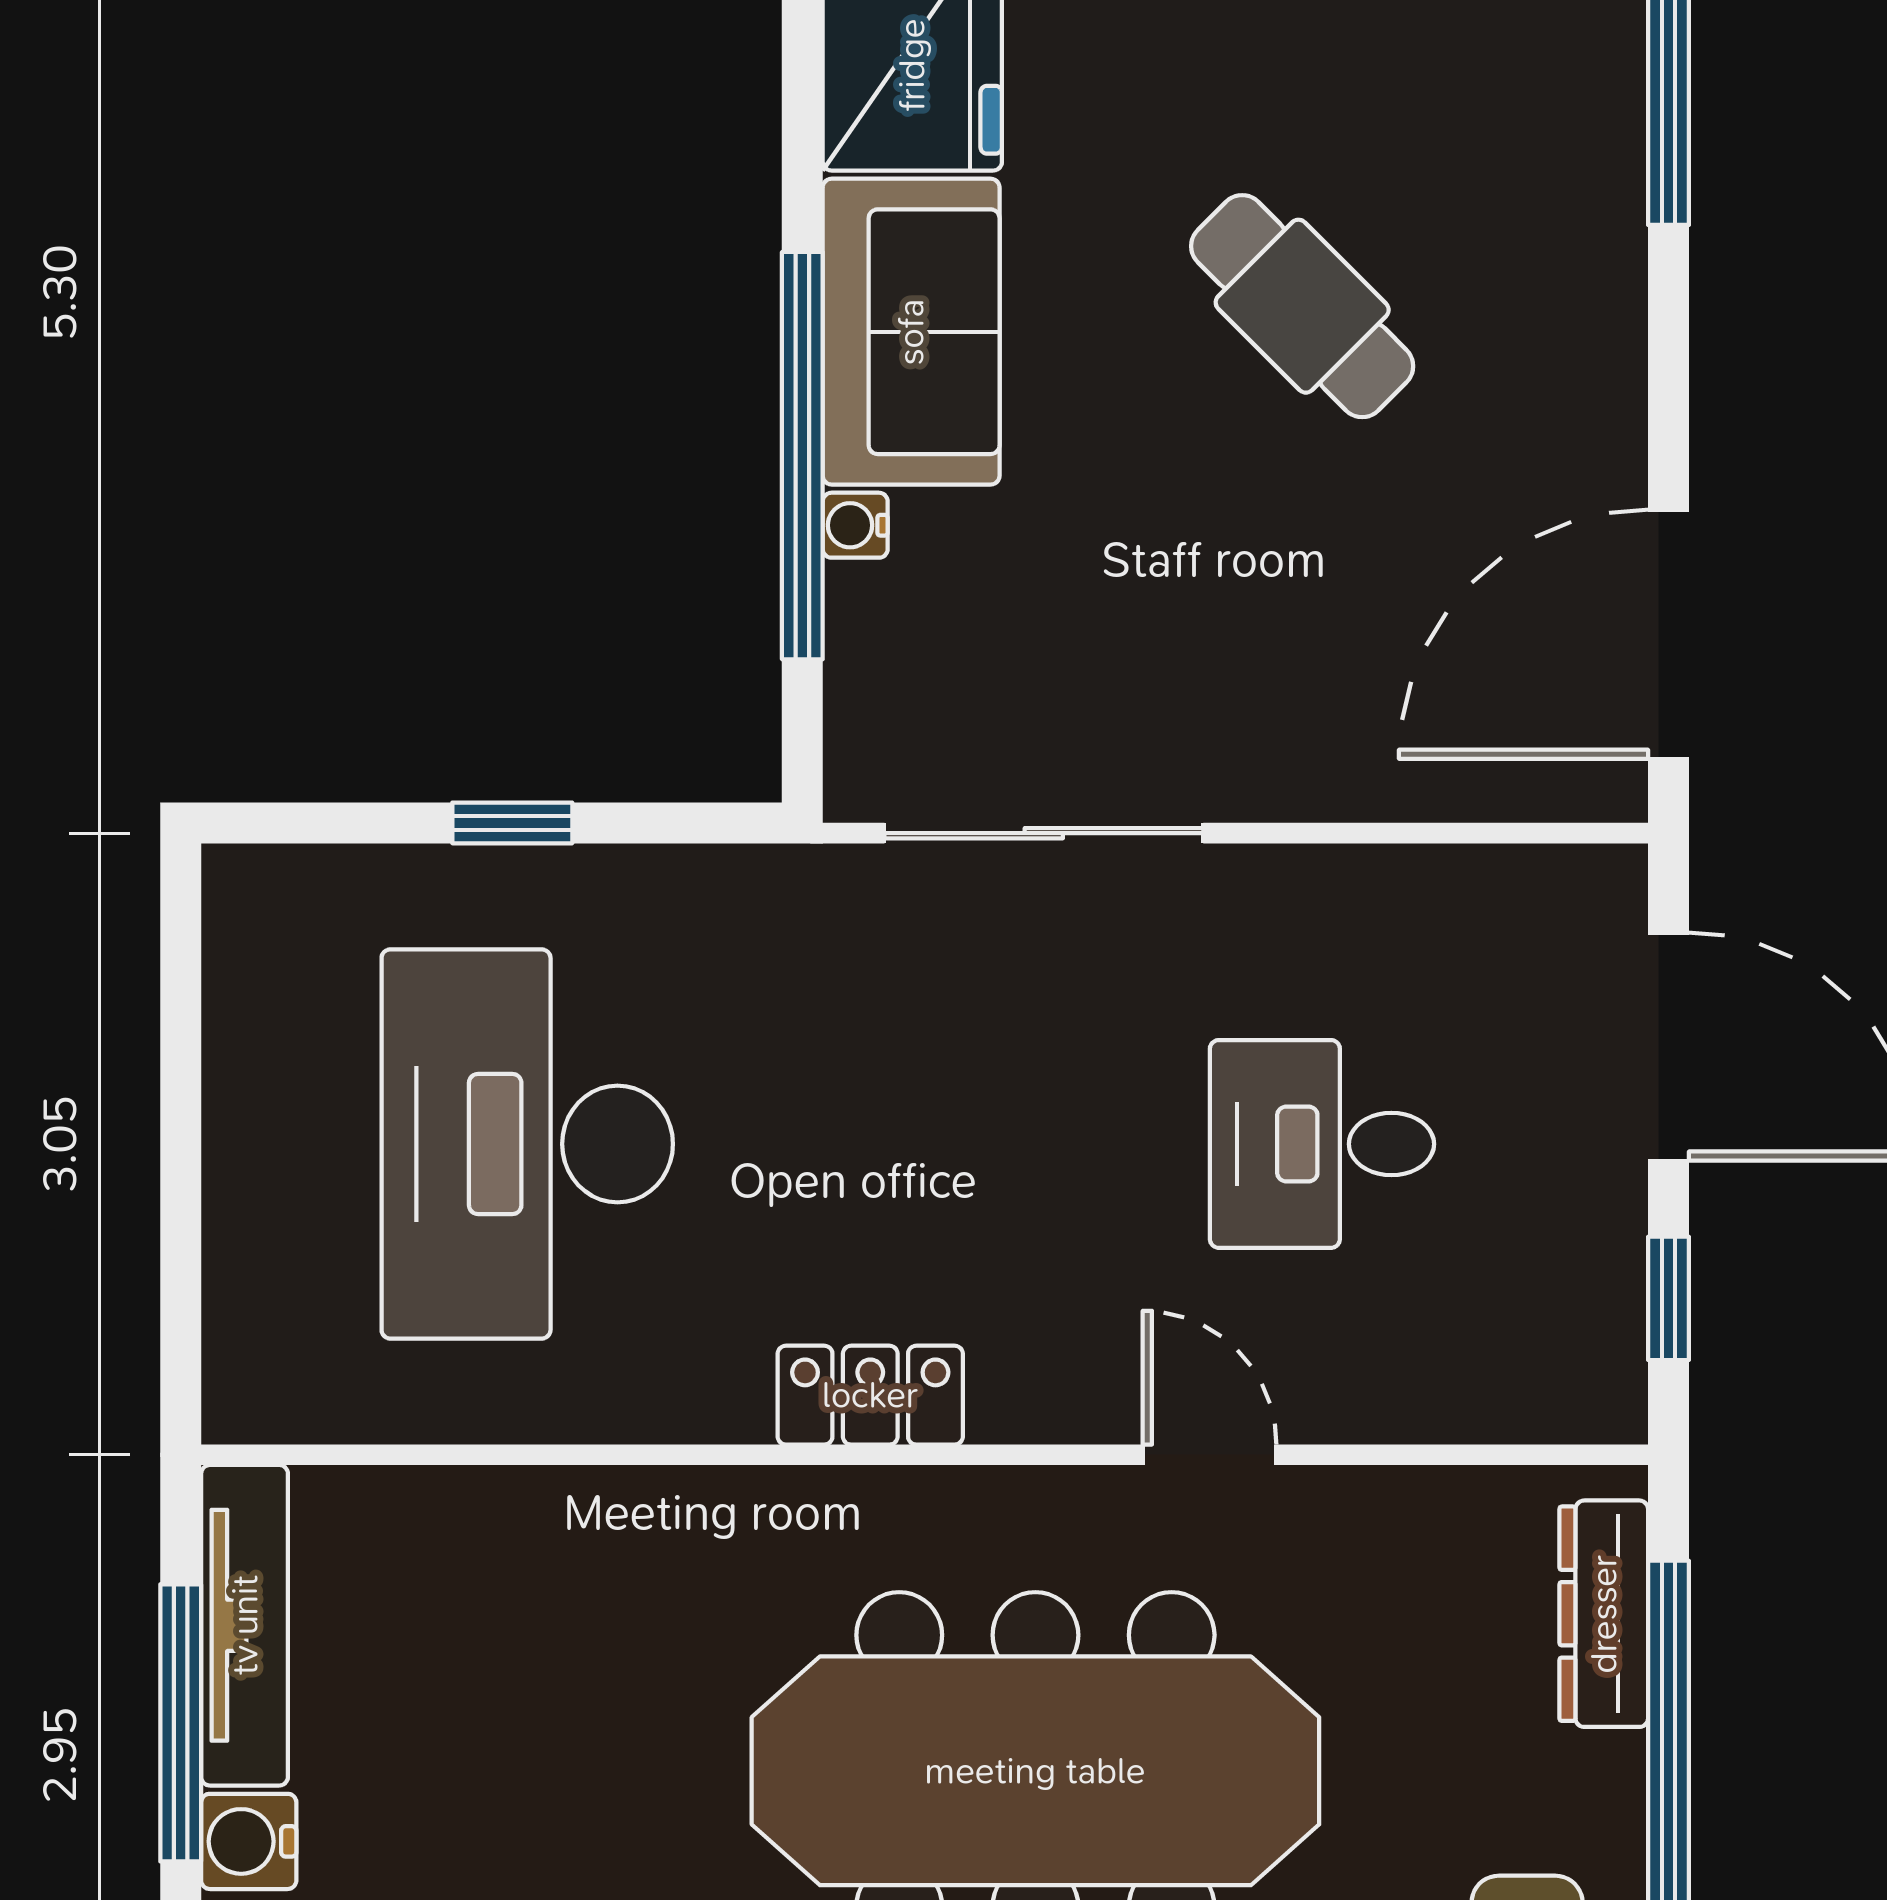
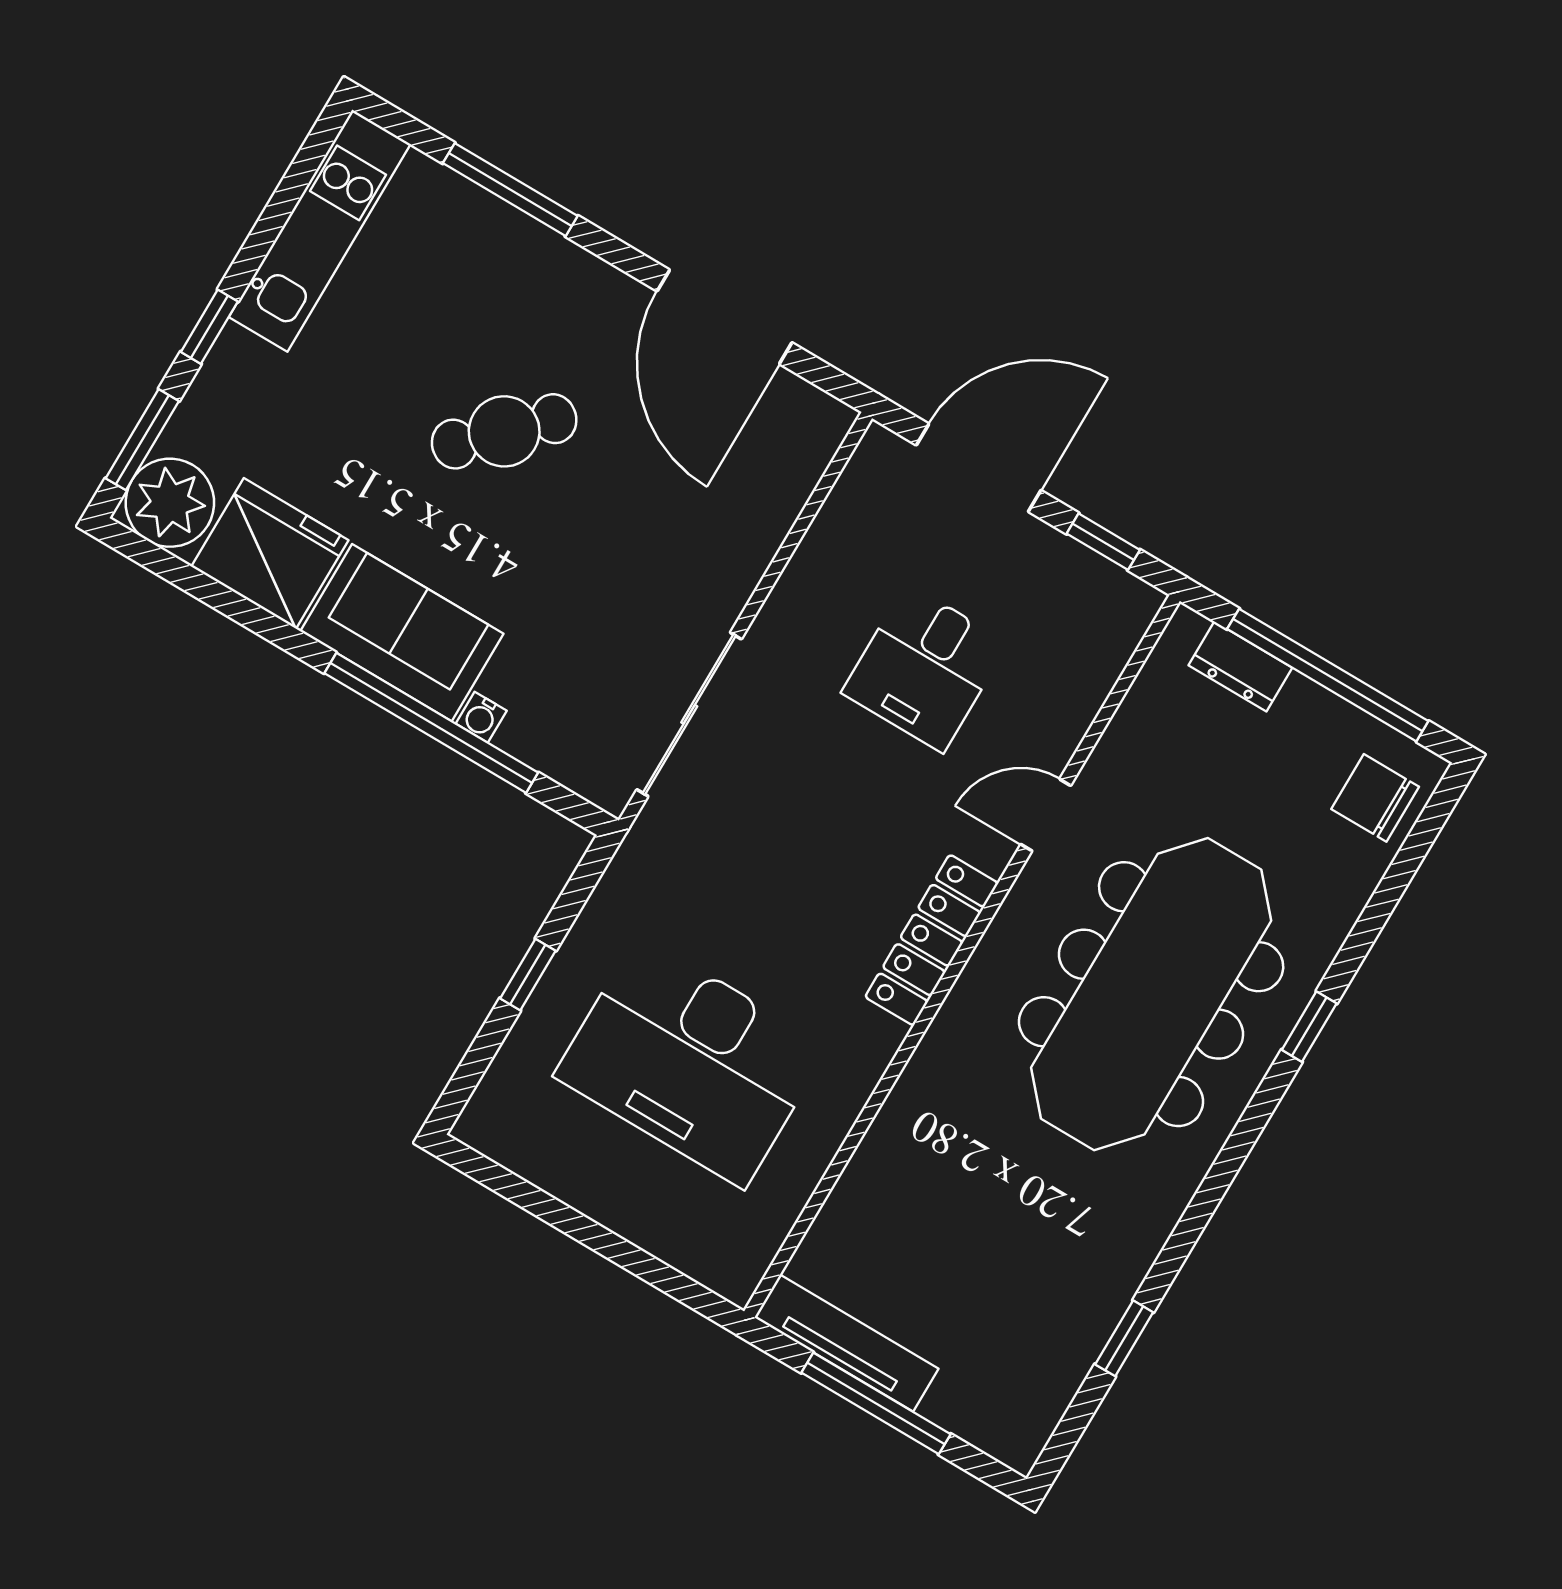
door: (1669, 634) -> (724, 317), moved
locker: (870, 1395) -> (932, 940), width x1.53
dresser: (1604, 1614) -> (1240, 666), width x0.70
water cooler: (249, 1841) -> (955, 1405), removed

